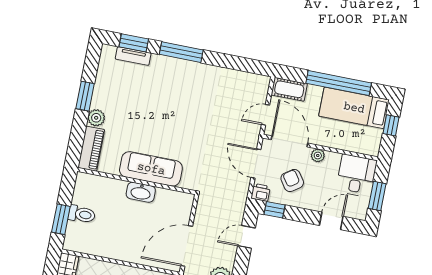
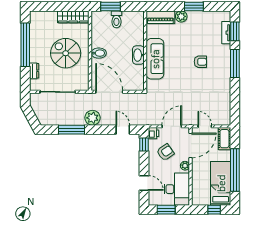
armchair: (169, 103) -> (200, 62), added
desk: (356, 176) -> (177, 189), width x1.37
bidet: (126, 250) -> (99, 53), added

